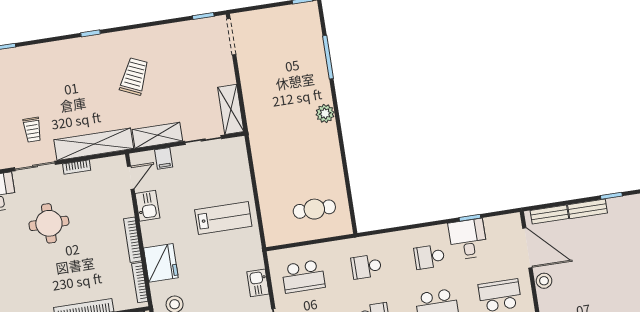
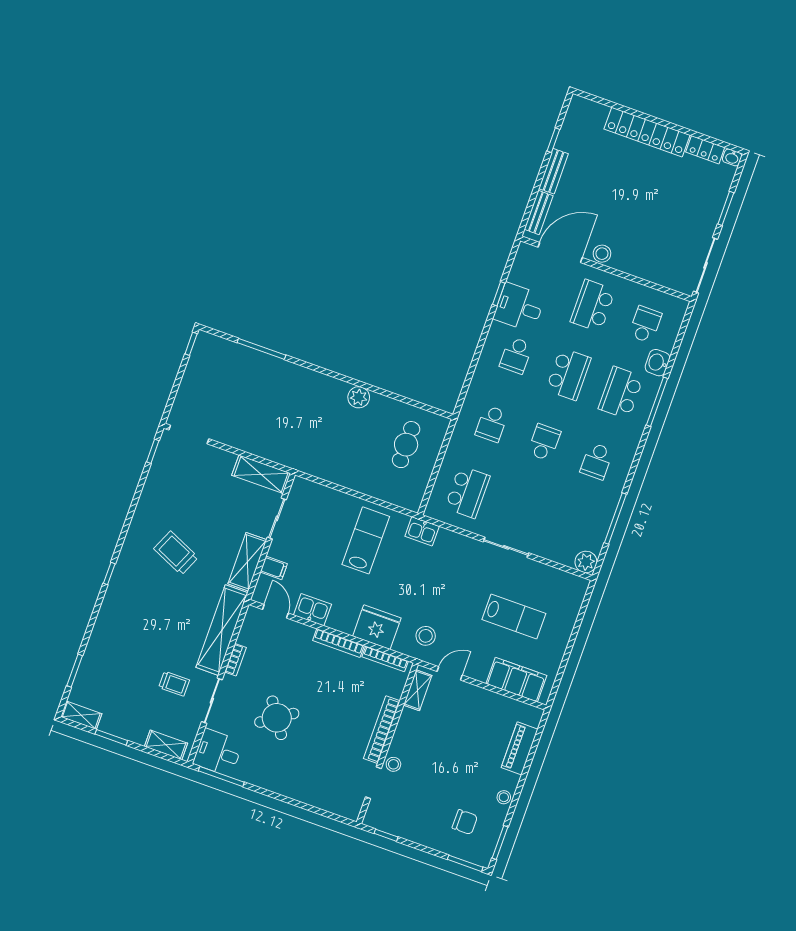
plant: (325, 113) -> (359, 397), moved
round table: (49, 223) -> (277, 718), turned -34
kitchen sink: (258, 283) -> (422, 531), moved

